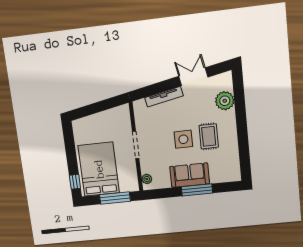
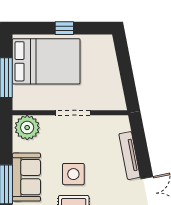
plant: (147, 179) -> (27, 128), width x1.87, depth x1.87
window: (75, 182) -> (64, 28), moved

